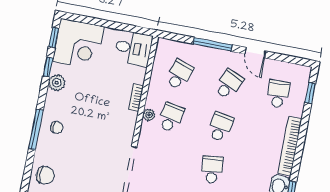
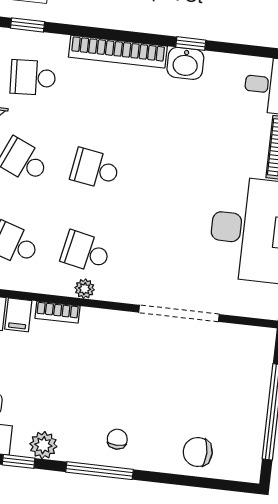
filing cabinet: (136, 74) -> (18, 315), added
window: (36, 129) -> (100, 471), moved
school desk: (212, 170) -> (167, 177), removed
chair: (45, 175) -> (198, 452), turned -90

